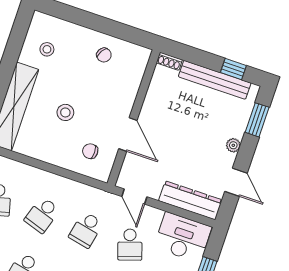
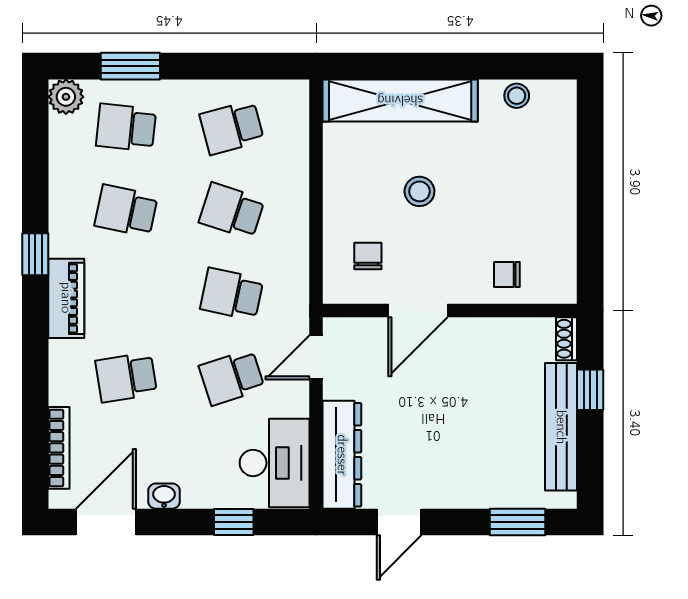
stool: (47, 49) -> (517, 96), moved
chair: (104, 55) -> (507, 275), moved, turned 58
window: (233, 69) -> (590, 390), moved
plant: (233, 145) -> (460, 496), removed

